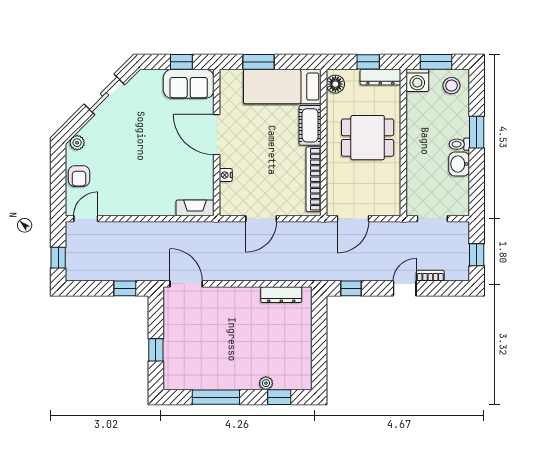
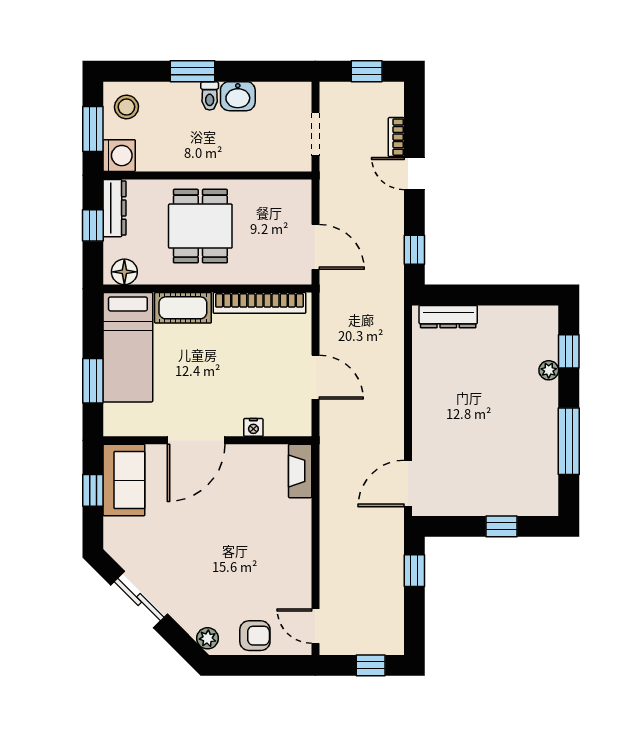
dresser: (281, 295) -> (448, 317), moved, turned 90

